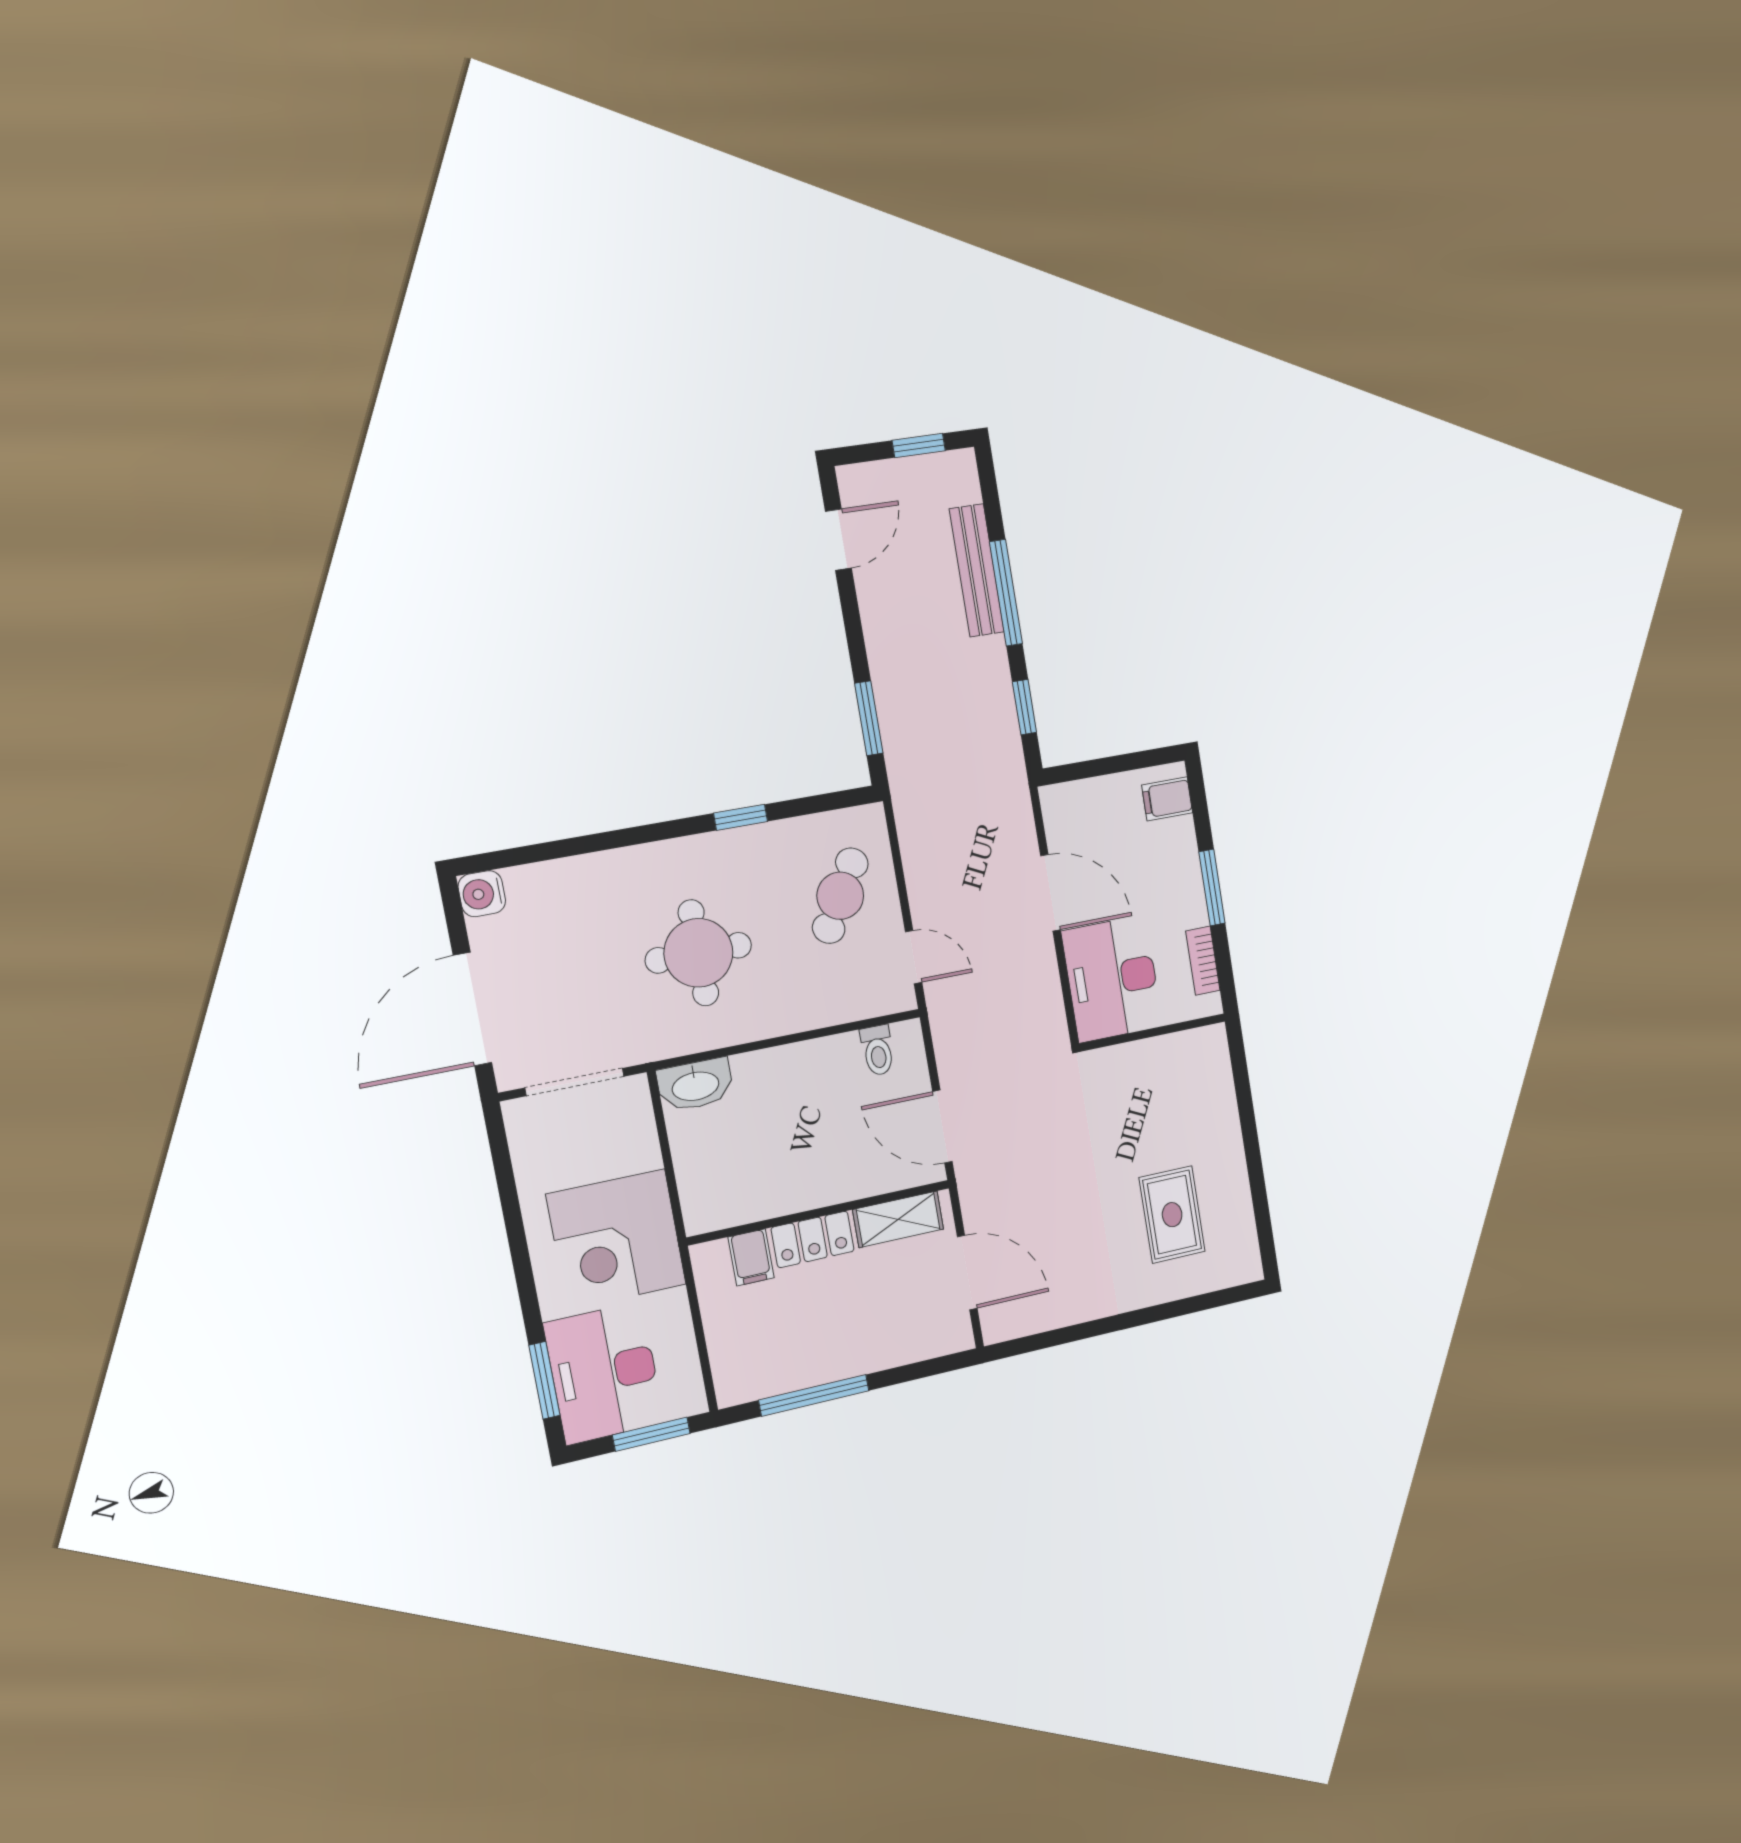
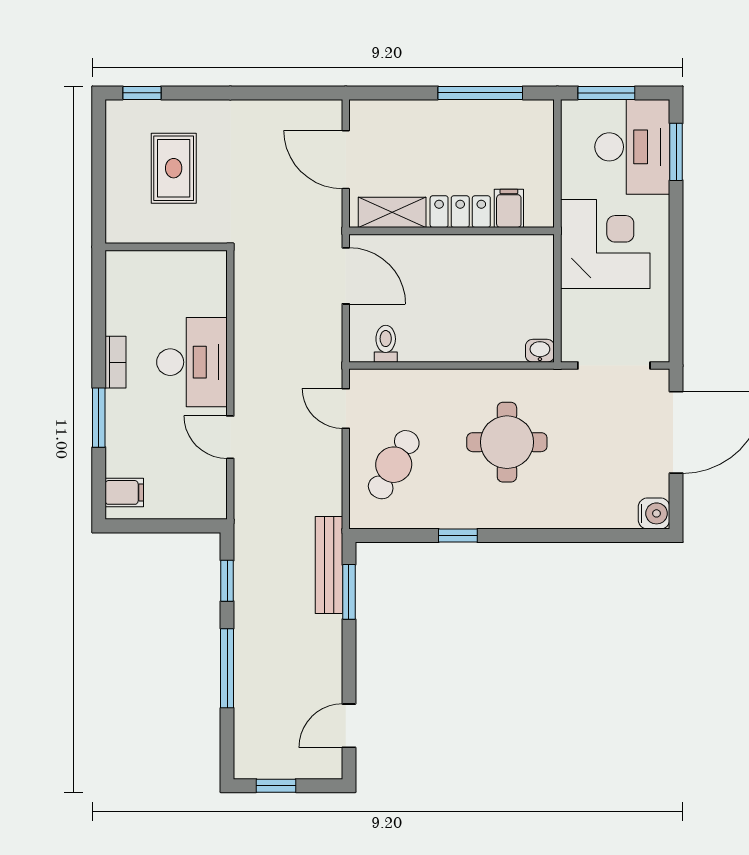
bench: (977, 571) -> (329, 565), moved
door: (1050, 893) -> (230, 437), width x0.73
wall: (1152, 1033) -> (166, 247), moved
washbasin: (695, 1085) -> (540, 351), width x0.52, depth x0.69
window: (1223, 1297) -> (142, 93), added

